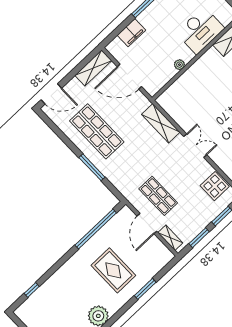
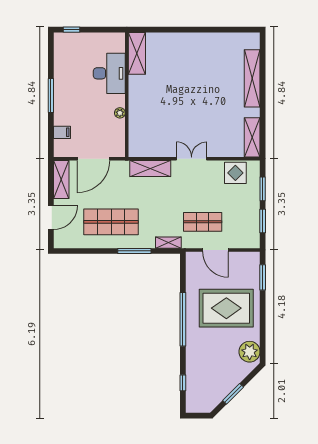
filing cabinet: (131, 33) -> (62, 132), width x0.50
door: (51, 94) -> (51, 217), moved
window: (96, 229) -> (183, 319), moved
shelving: (170, 238) -> (168, 243), moved
rug: (113, 270) -> (226, 308), width x1.37, depth x1.44
window: (145, 289) -> (263, 277), moved

